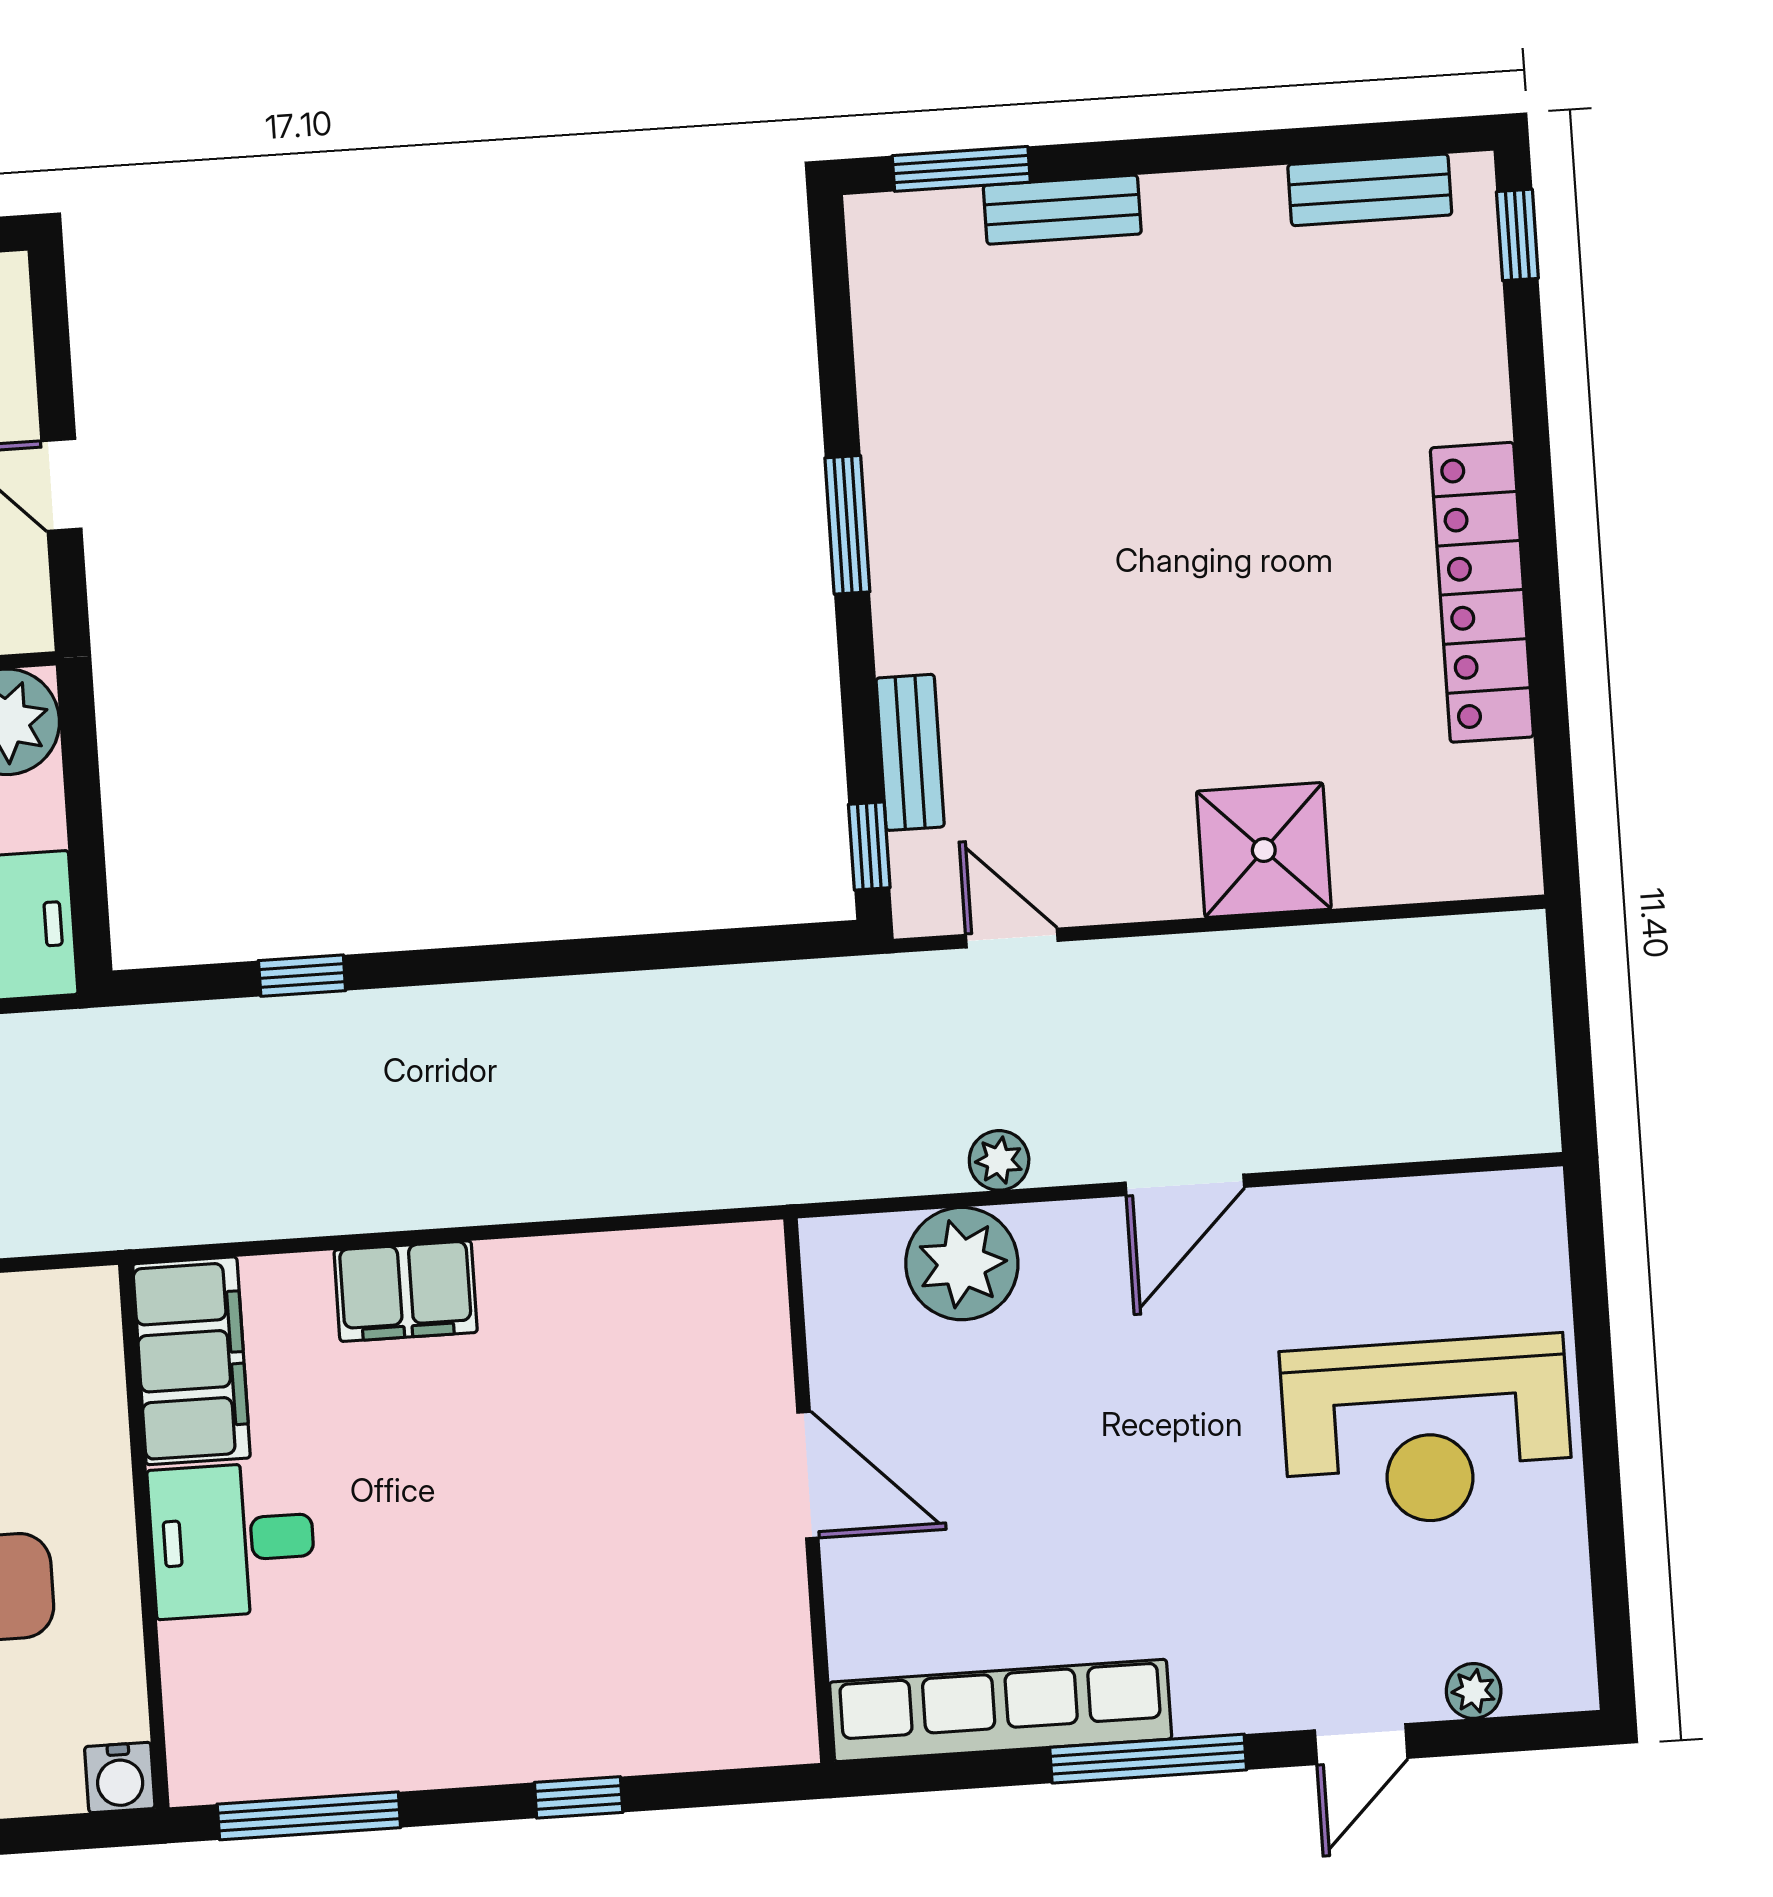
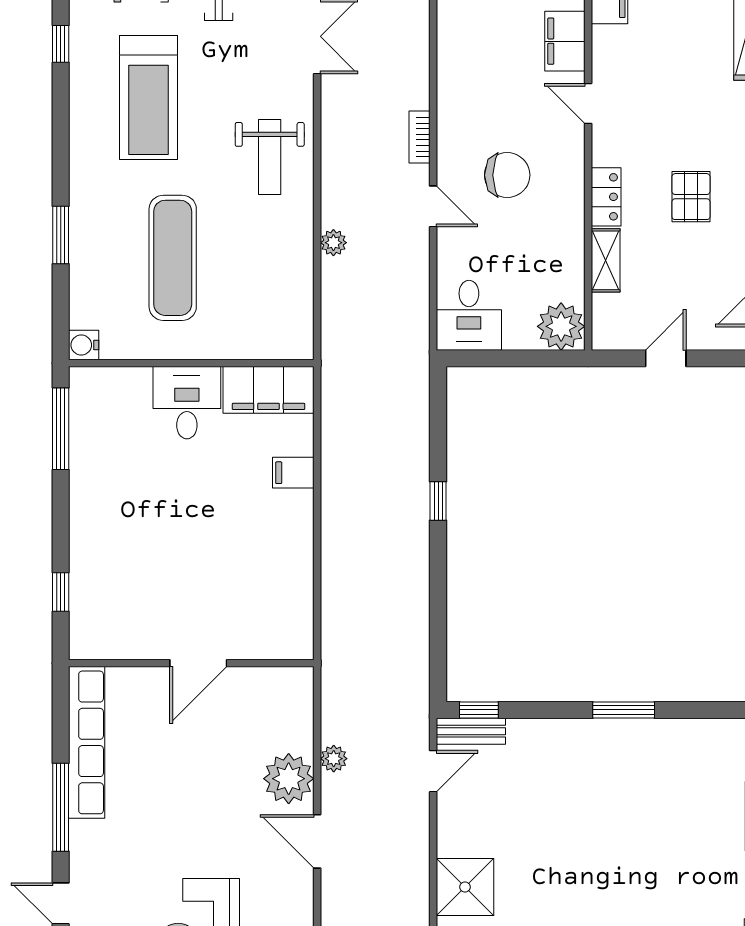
bench: (910, 752) -> (471, 731), moved
window: (302, 976) -> (438, 501), moved
plant: (962, 1264) -> (289, 779), moved
filing cabinet: (406, 1291) -> (293, 473), width x0.50
window: (579, 1797) -> (61, 592), moved

